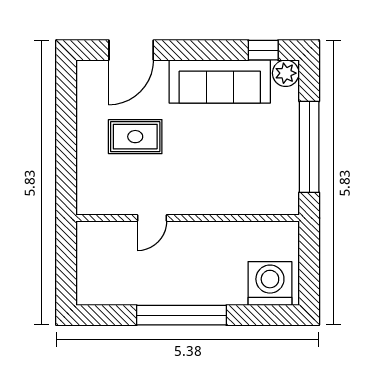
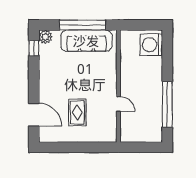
sofa: (220, 81) -> (86, 41), moved, turned 90
window: (181, 315) -> (167, 104), moved

